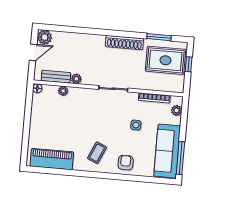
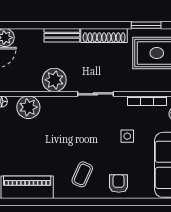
bench: (56, 77) -> (62, 35), moved
plant: (76, 79) -> (54, 80), width x1.87, depth x1.87
plant: (63, 91) -> (28, 107), width x1.88, depth x1.88

